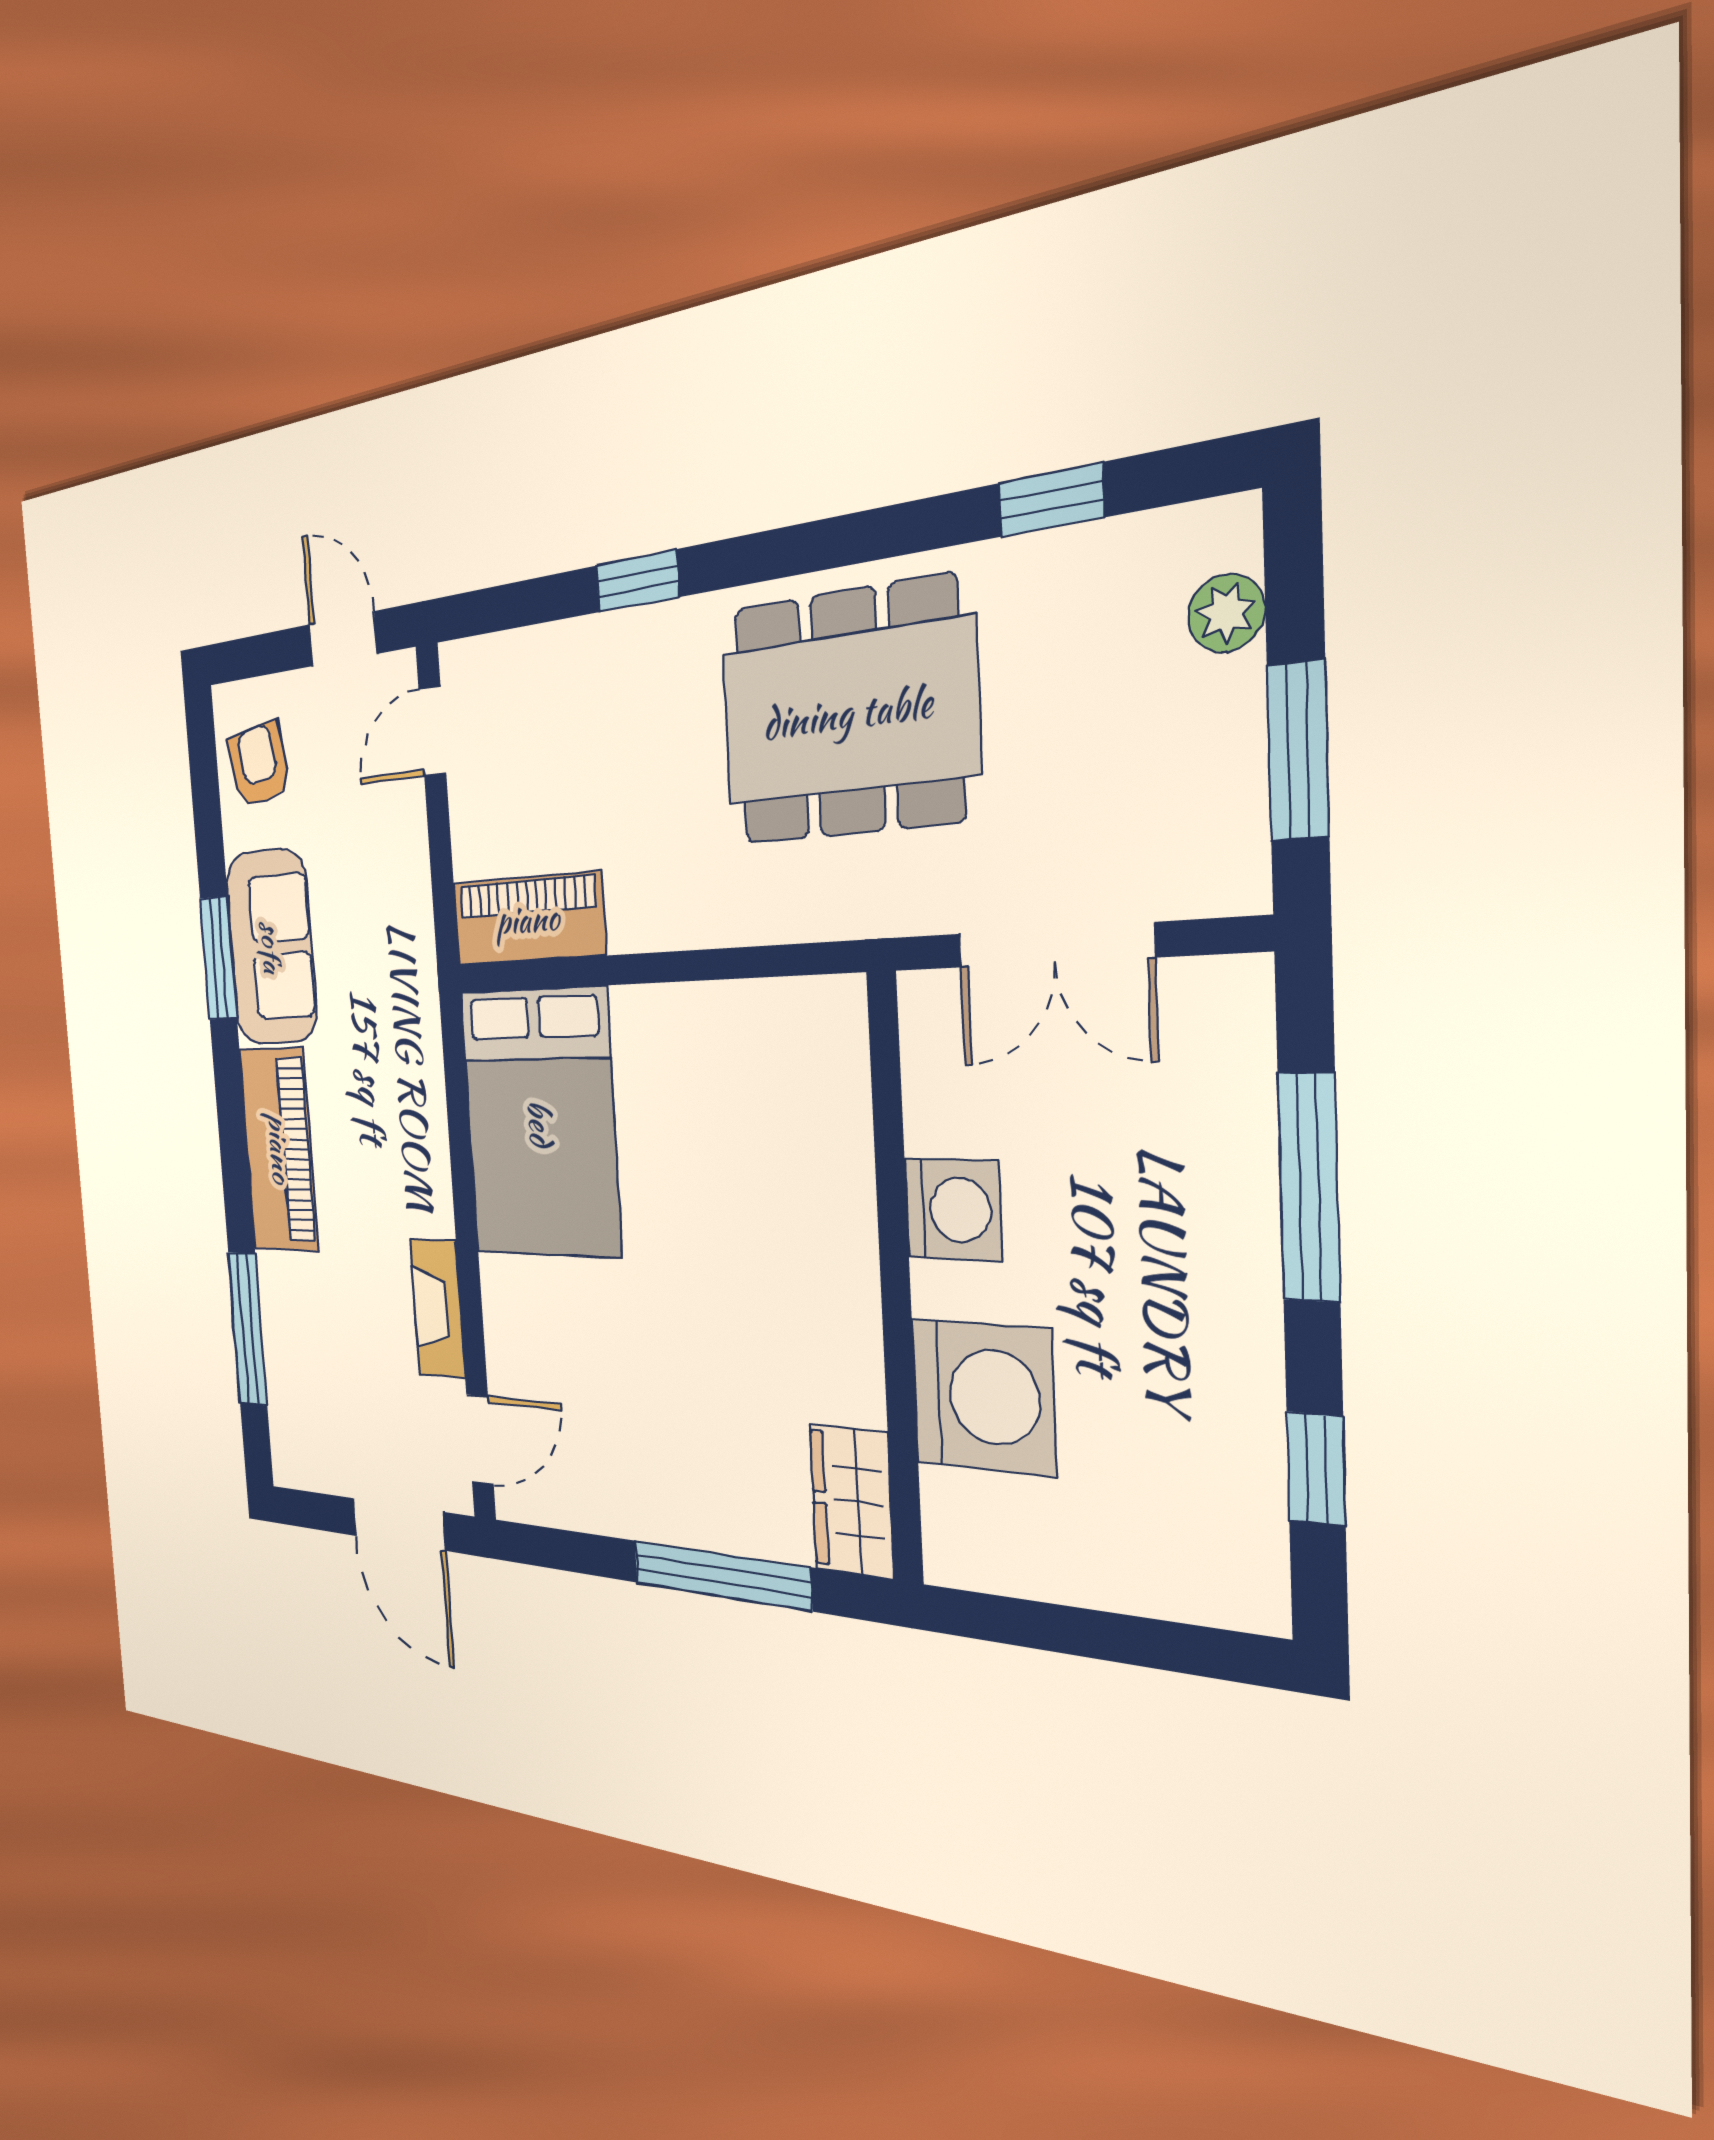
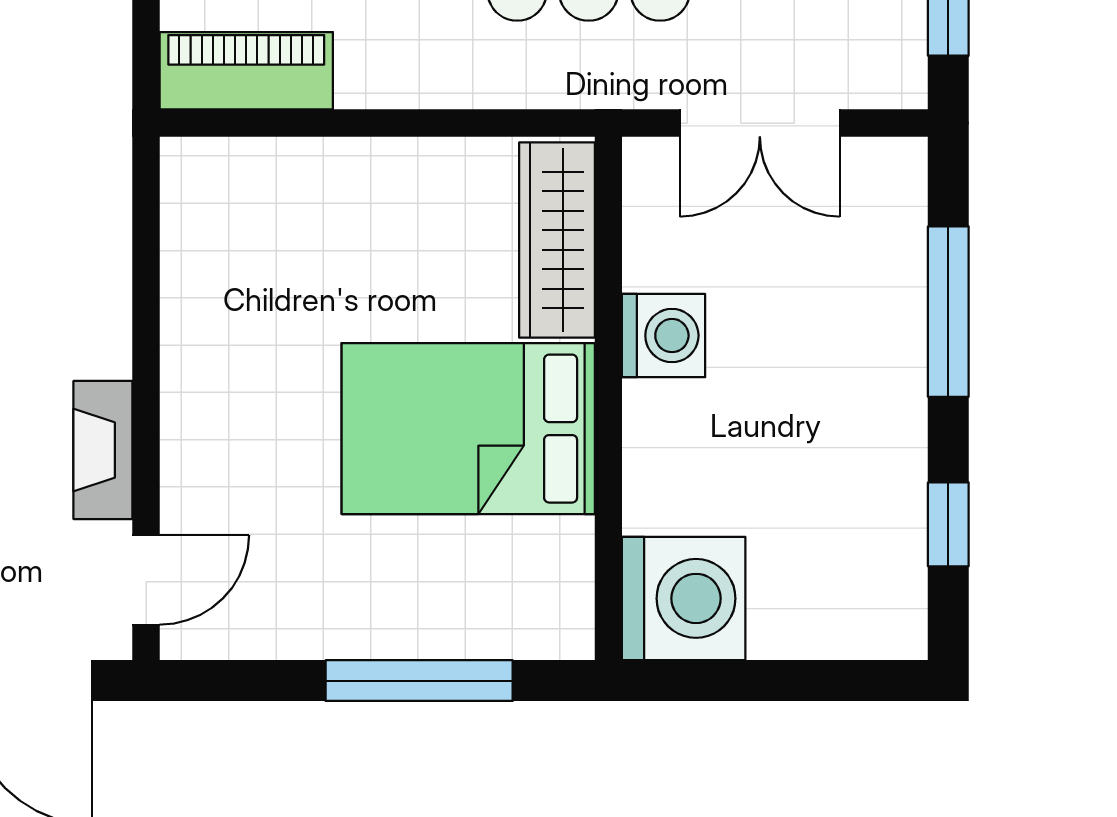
bed: (540, 1123) -> (468, 429), moved, turned 90
washing machine: (983, 1397) -> (684, 598), moved
wardrobe: (852, 1501) -> (557, 240), moved, width x1.50

